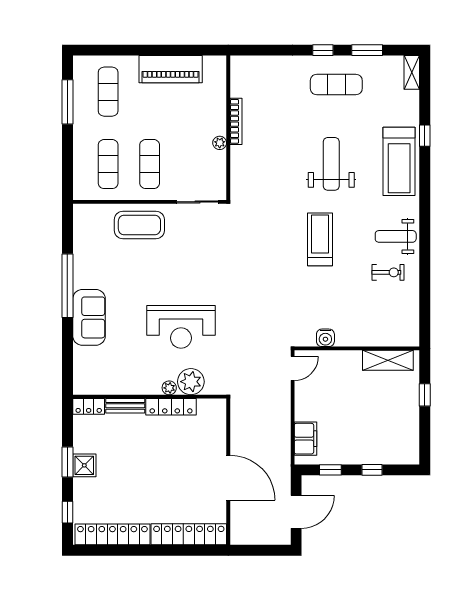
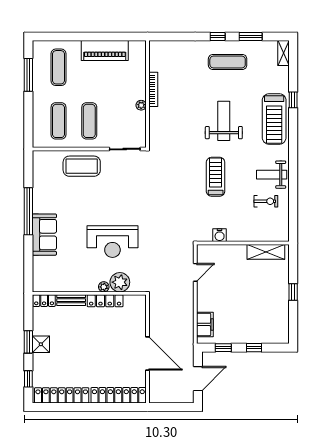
water cooler: (325, 338) -> (220, 235), moved
wall: (357, 348) -> (243, 243), moved
shelving: (388, 360) -> (266, 252), moved

